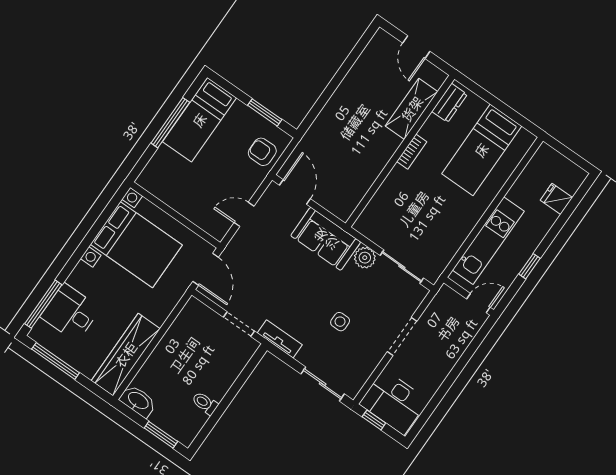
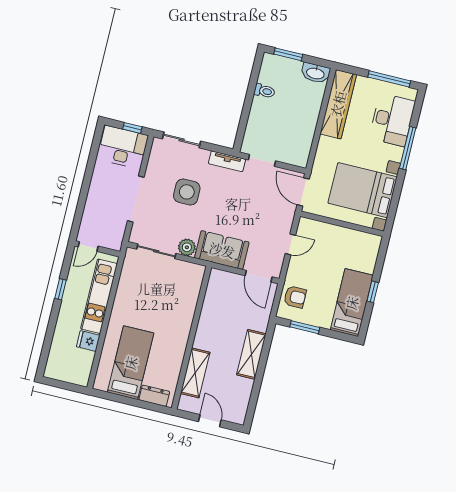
dresser: (450, 103) -> (154, 396), moved, turned 90
shelving: (339, 105) -> (251, 354), added
window: (170, 123) -> (373, 292), width x0.46
bookcase: (412, 152) -> (183, 341), removed
fridge: (556, 199) -> (88, 341), moved, turned 180
window: (43, 304) -> (408, 148), moved
desk: (70, 313) -> (392, 120), width x1.37
side table: (340, 322) -> (187, 192), width x1.87, depth x1.87
doorway: (402, 336) -> (136, 199), width x1.36

